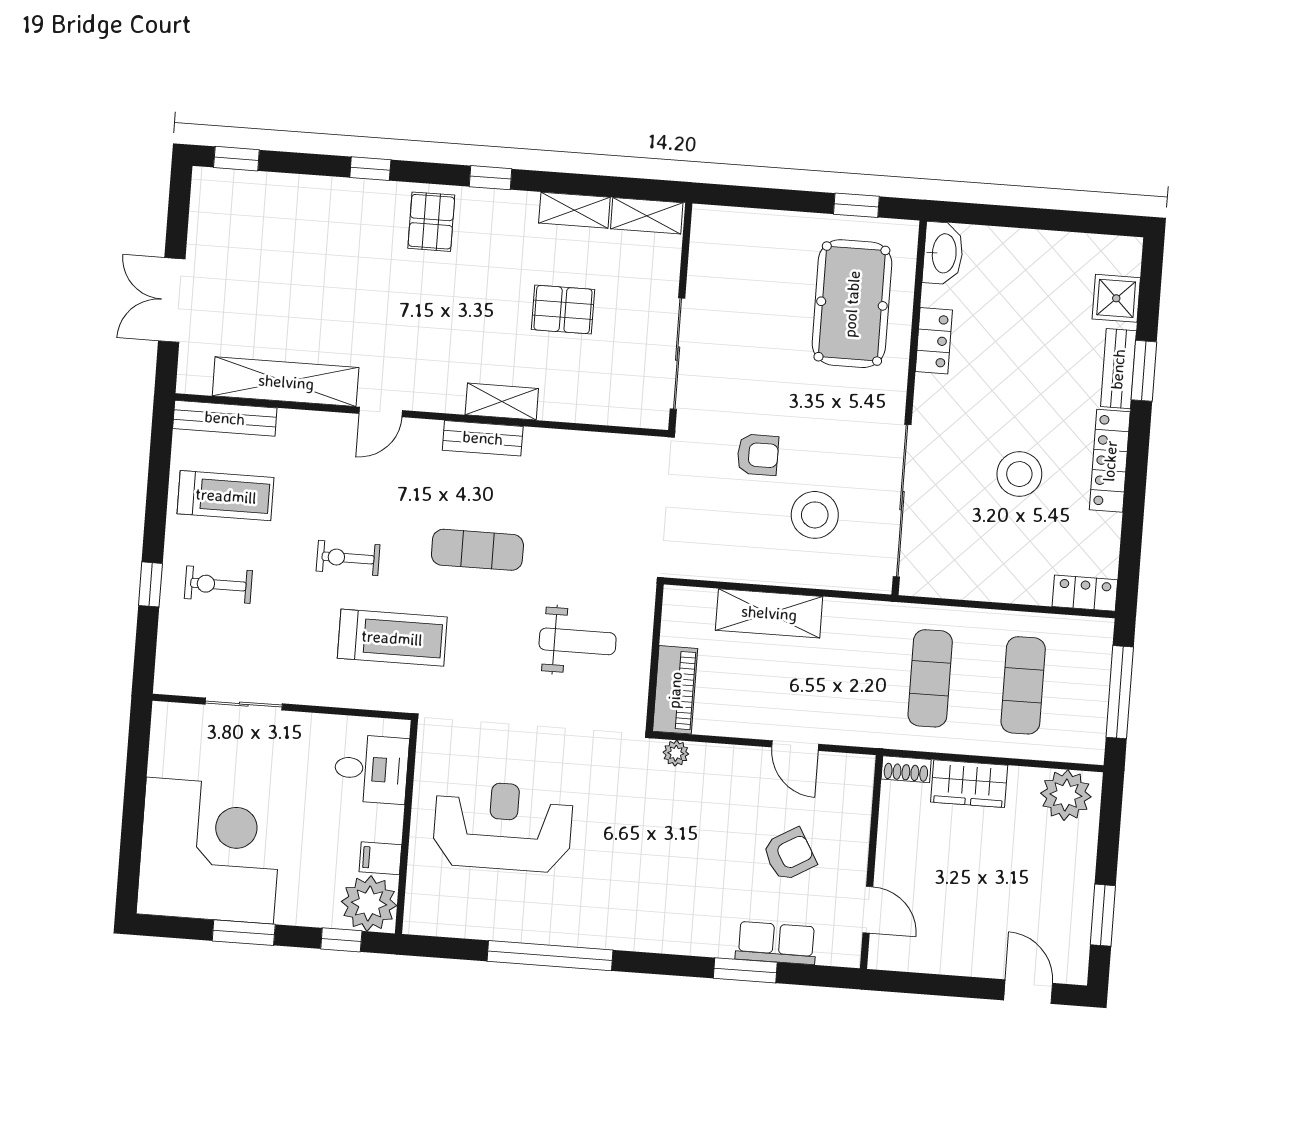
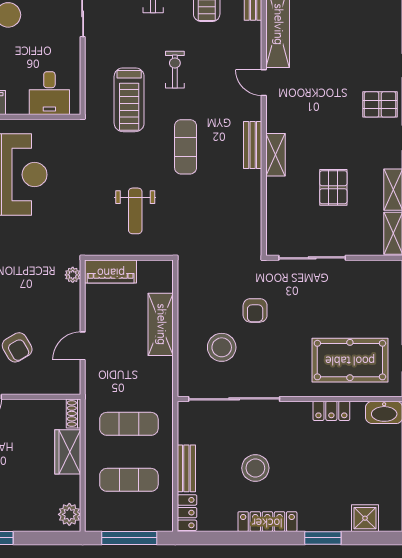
bench: (1118, 369) -> (186, 468), moved, turned 90
plant: (1066, 795) -> (69, 514), width x0.73, depth x0.73

